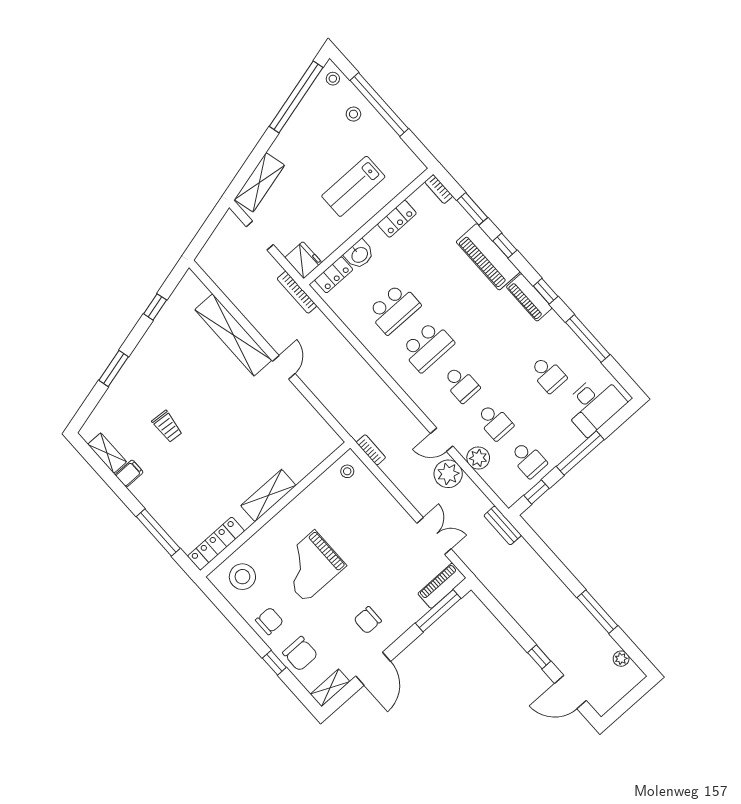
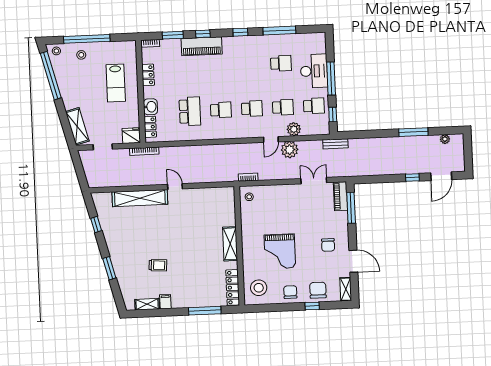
piano: (529, 297) -> (237, 42), removed
school desk: (428, 346) -> (221, 110), width x0.54
desk: (594, 405) -> (314, 71), moved
chair: (300, 654) -> (318, 290), turned -90

